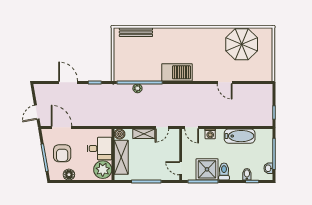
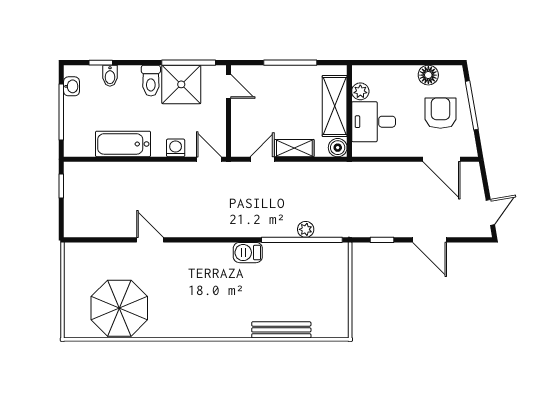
bench: (136, 32) -> (281, 330), moved
barbecue: (177, 72) -> (248, 253), width x0.53, depth x0.65
door: (37, 112) -> (490, 212), moved
plant: (103, 170) -> (360, 91), width x0.53, depth x0.53

